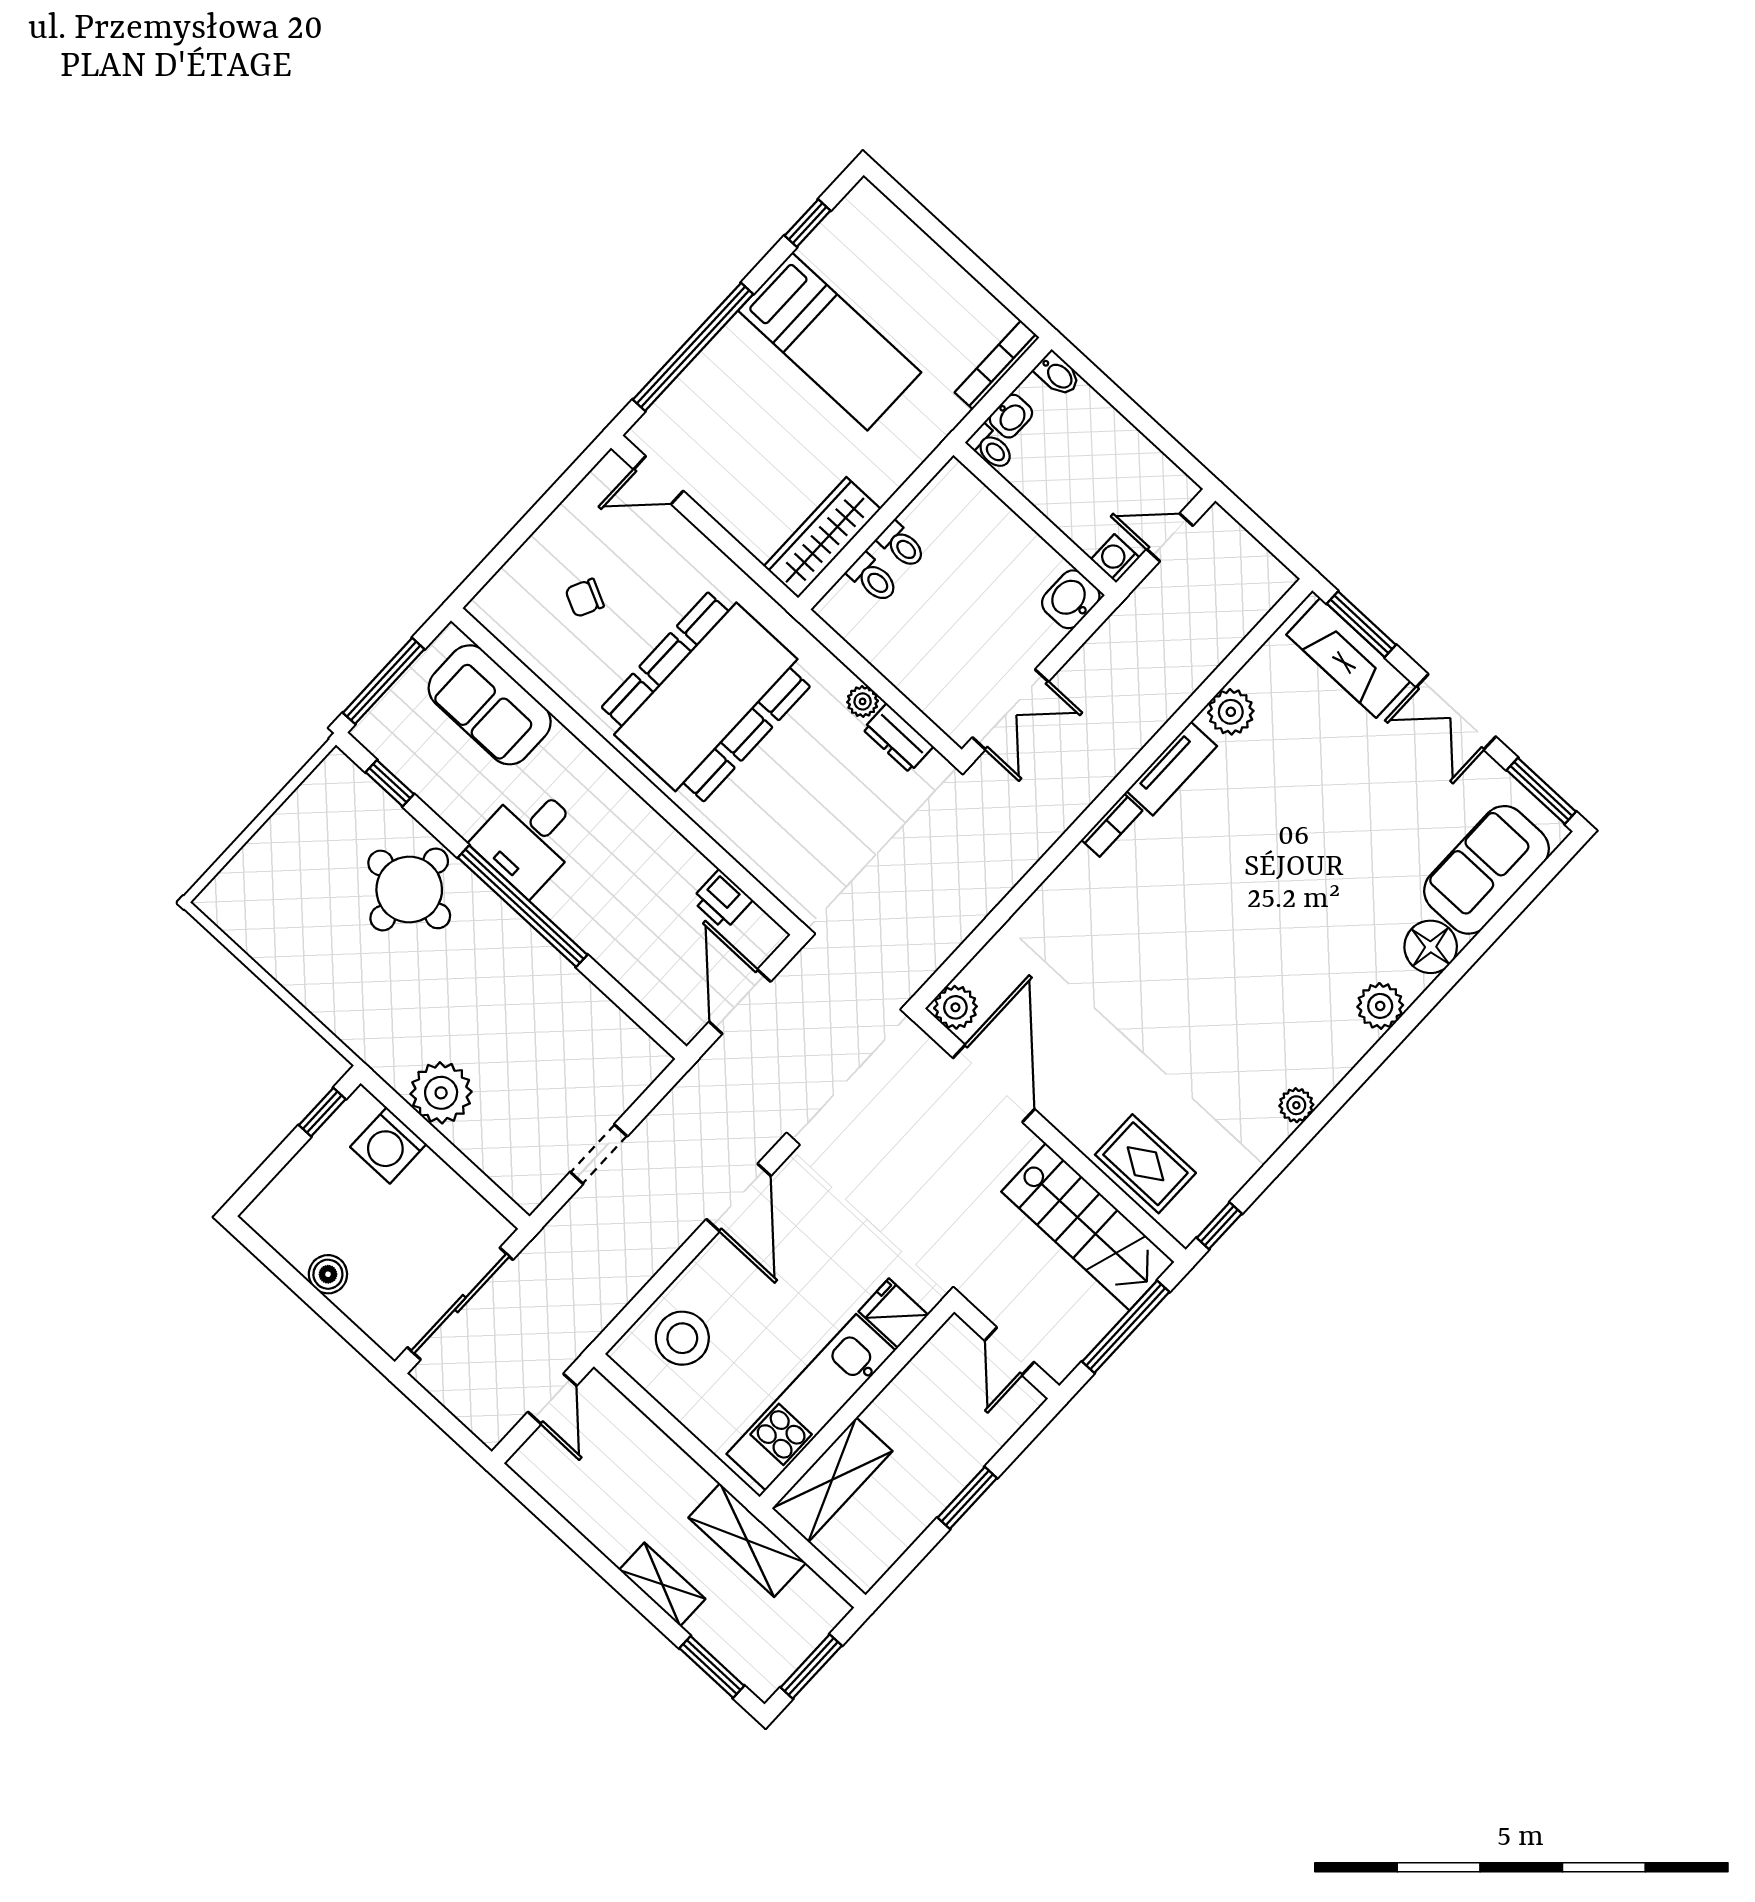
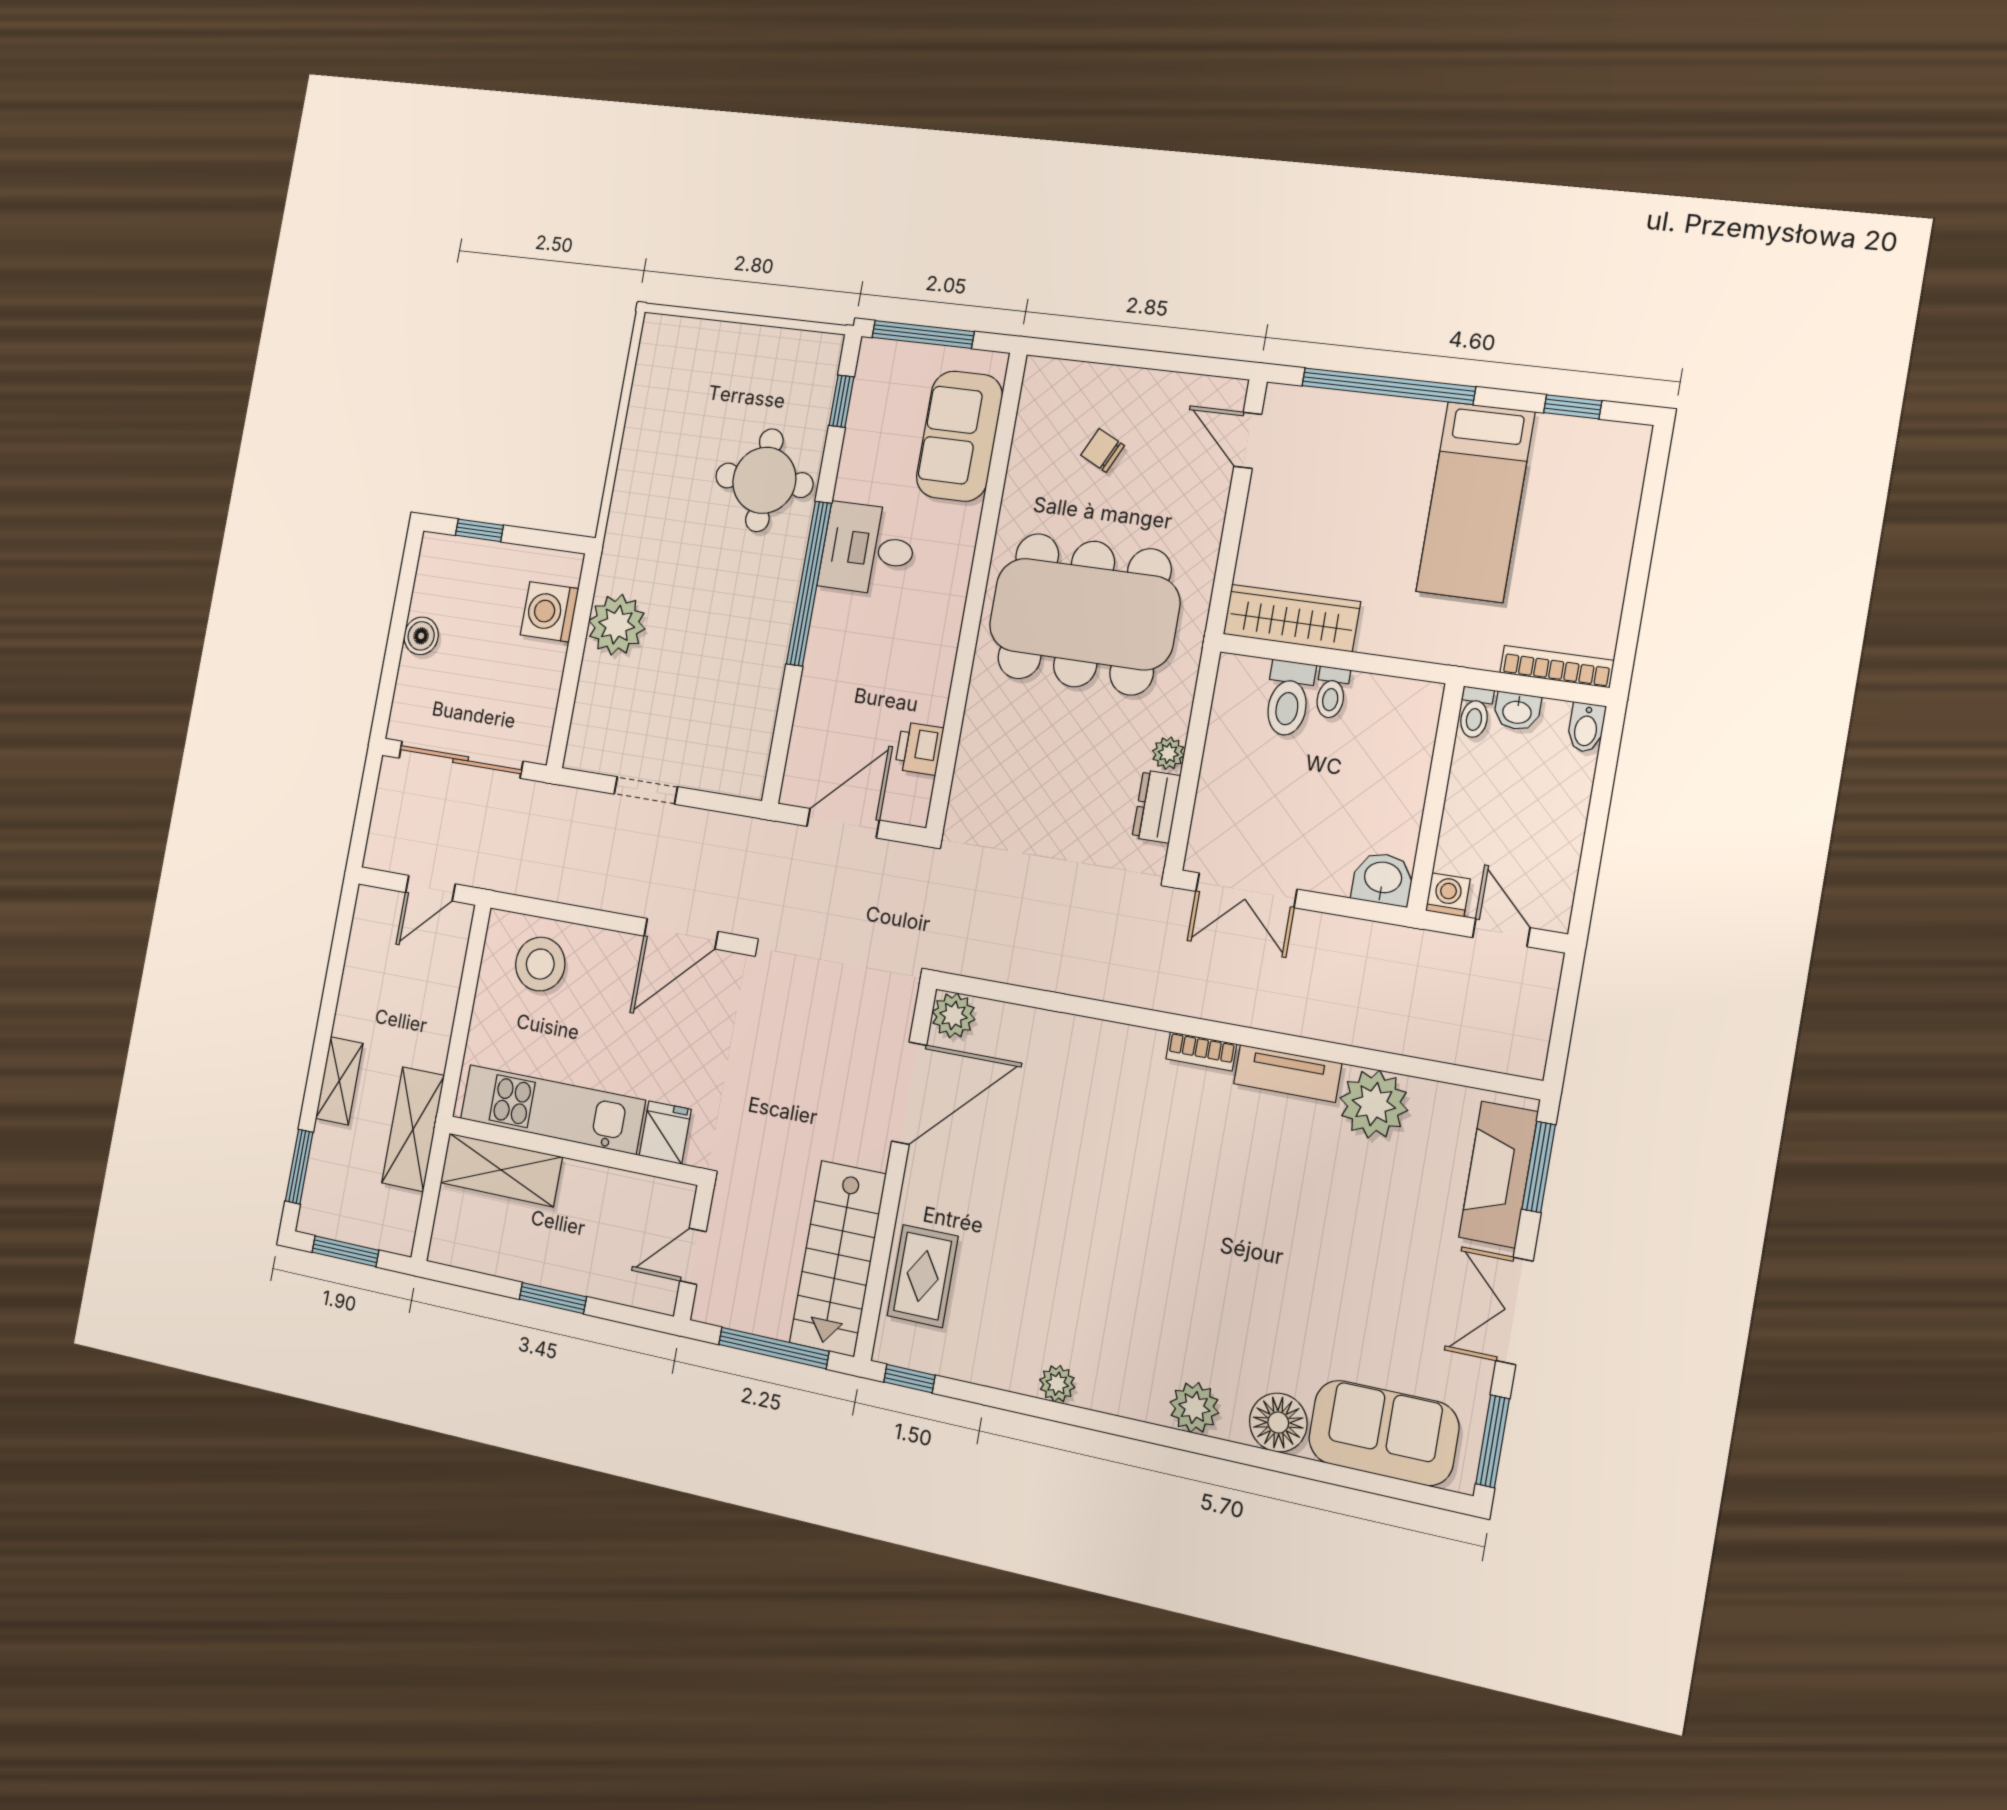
toilet: (873, 578) -> (1289, 698), width x1.37, depth x1.39
plant: (1231, 712) -> (1374, 1104), width x1.36, depth x1.36
window: (322, 1112) -> (479, 530), moved

